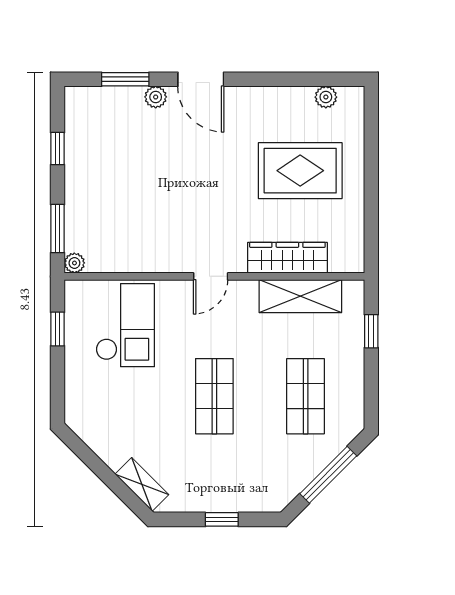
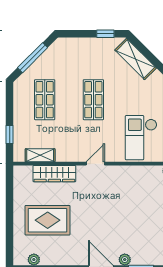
shelving: (300, 296) -> (40, 155), width x0.67, depth x0.75
shelving: (142, 484) -> (136, 59), width x1.50, depth x1.33
window: (222, 519) -> (105, 34), moved

